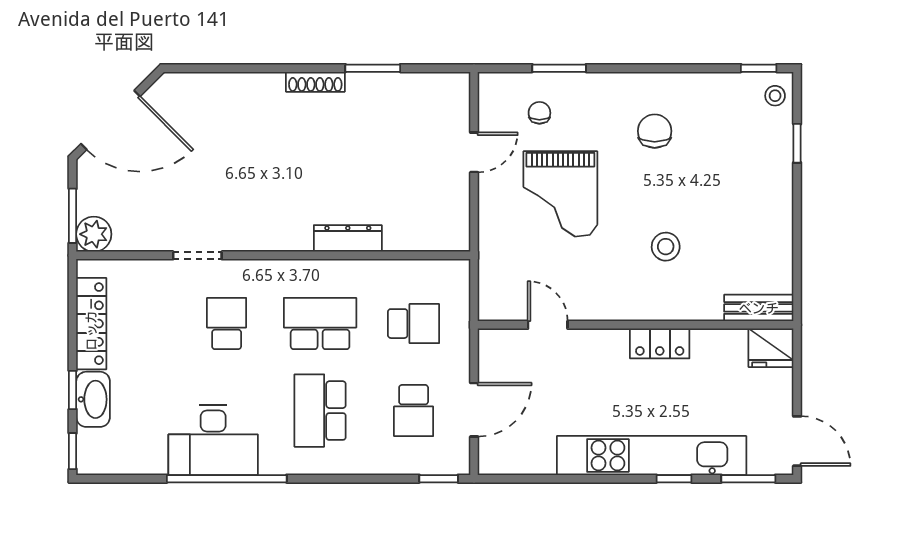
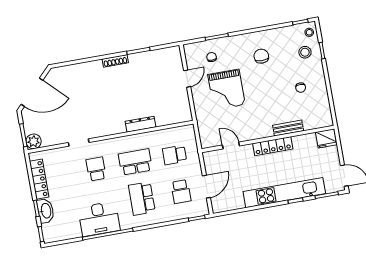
chair: (732, 220) -> (301, 88), added
stool: (666, 247) -> (305, 52), moved
bench: (759, 308) -> (288, 128), moved
school desk: (414, 324) -> (174, 155), turned 180
locker: (660, 343) -> (273, 146), width x1.53

